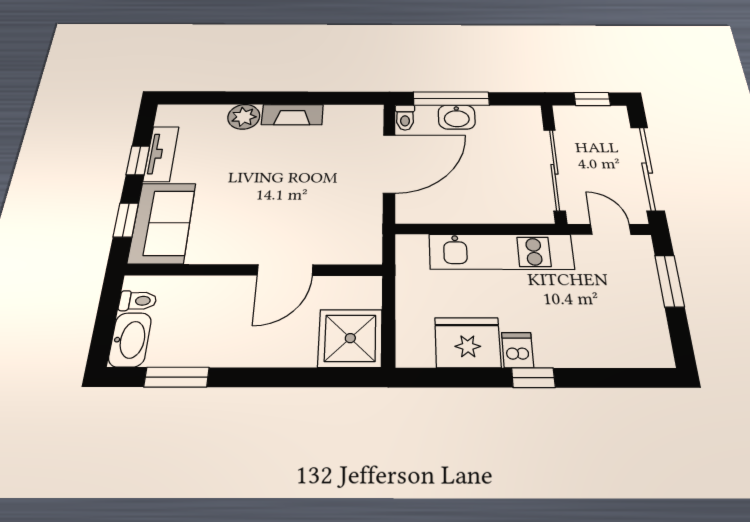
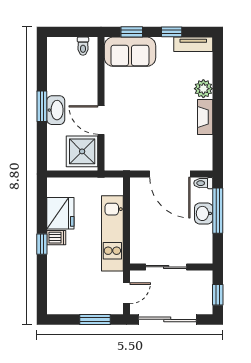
tv unit: (161, 154) -> (193, 44), moved
sliding door: (554, 169) -> (166, 267), width x0.73
shower: (350, 338) -> (82, 151), moved
washbasin: (130, 340) -> (56, 110), moved, turned -90
window: (177, 377) -> (42, 106), moved

